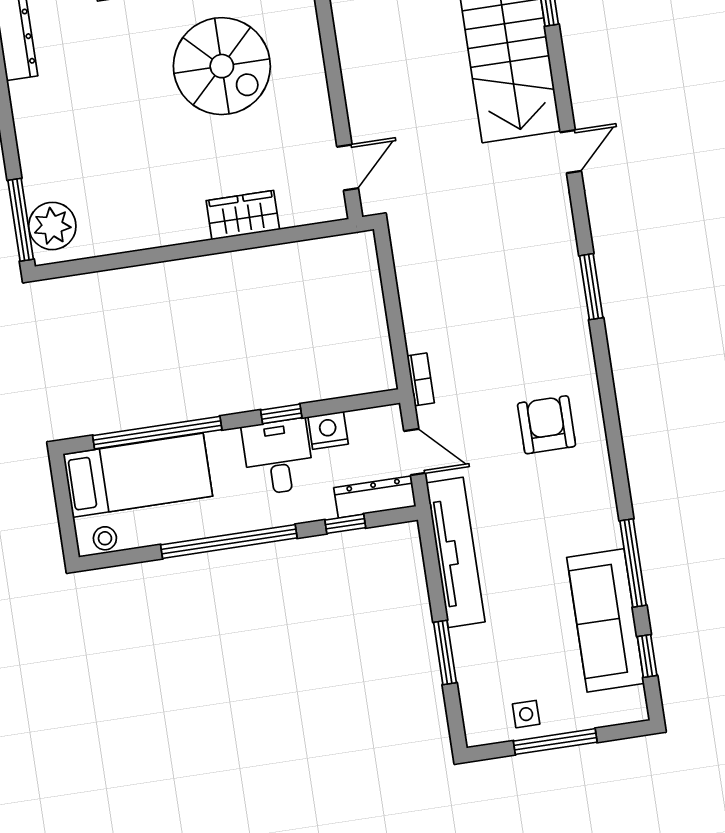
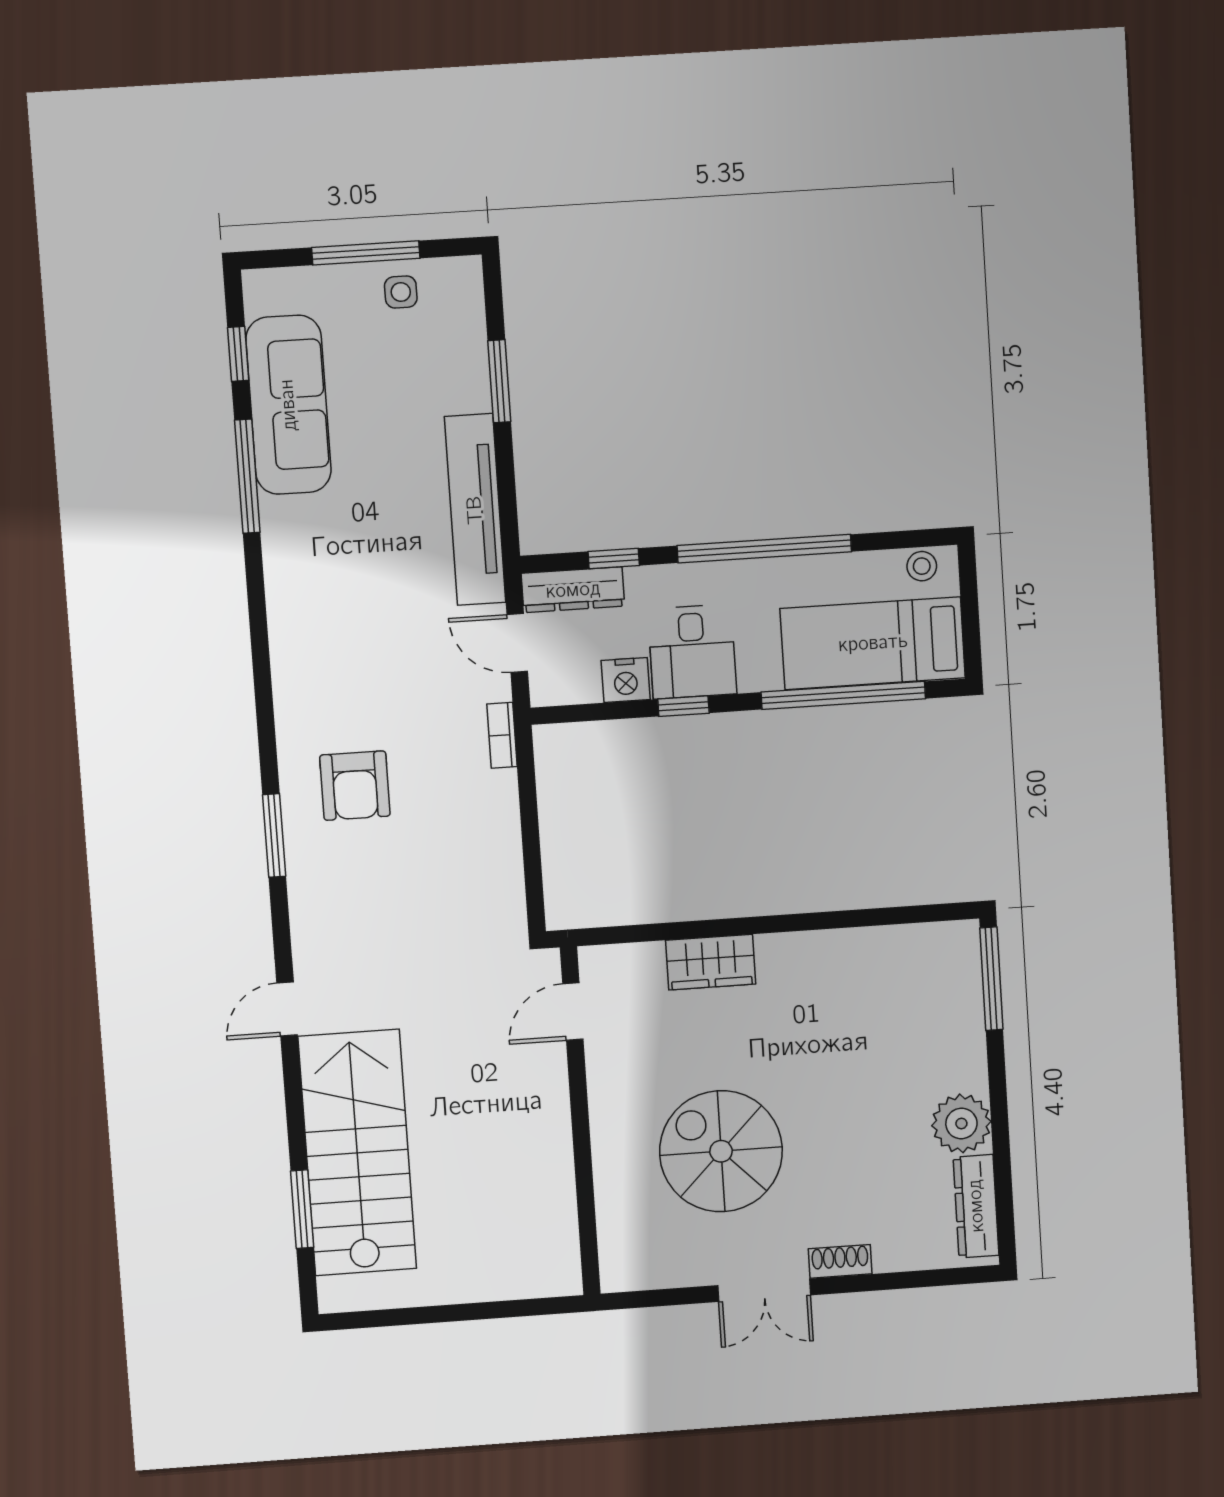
plant: (52, 226) -> (961, 1124), moved
armchair: (547, 425) -> (355, 786), moved

